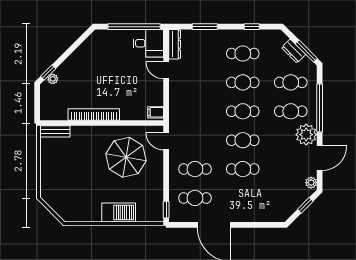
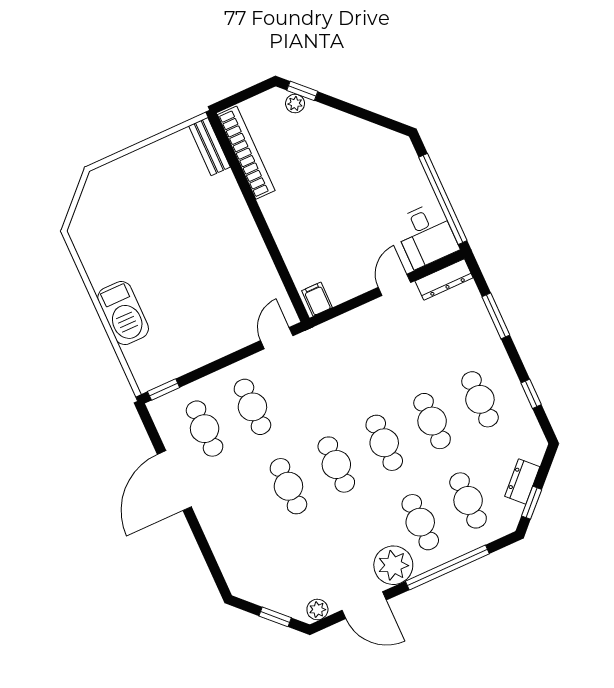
window: (306, 51) -> (532, 503), width x0.67
bookcase: (94, 114) -> (246, 153), moved
parasol: (126, 157) -> (220, 284), removed

